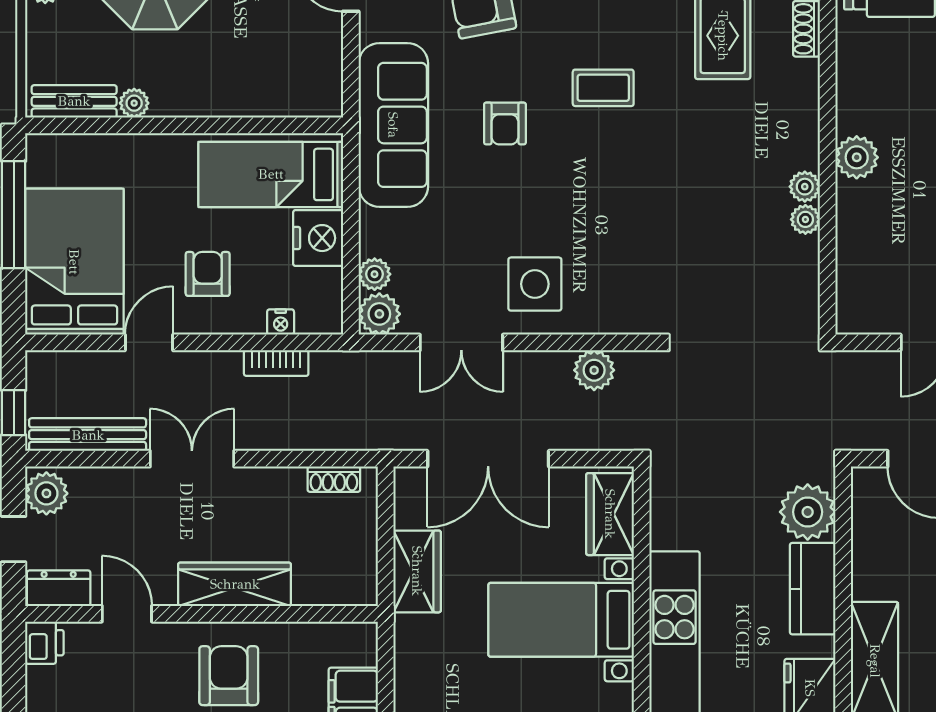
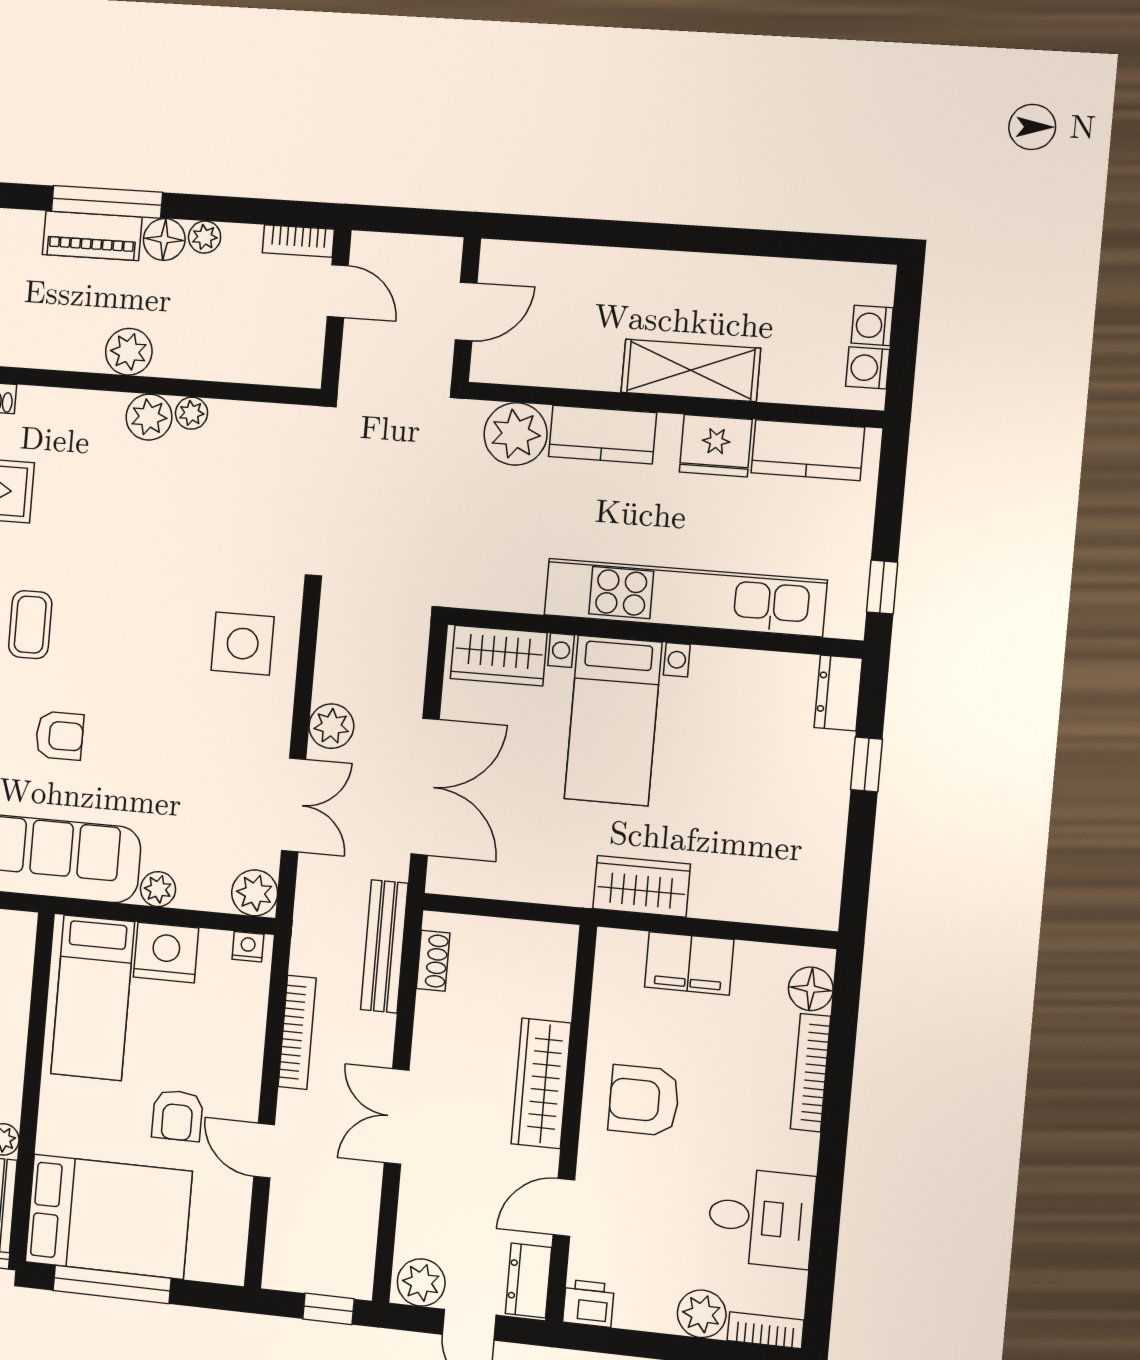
plant: (805, 187) -> (149, 417), width x1.38, depth x1.38
bed: (74, 262) -> (109, 1217), moved, turned 180
armchair: (208, 274) -> (177, 1115), moved, turned -90
plant: (375, 274) -> (158, 889), moved
side table: (535, 284) -> (243, 644), moved
nightstand: (281, 322) -> (248, 947), moved, turned -90
bookcase: (276, 363) -> (297, 1032), width x1.56
plant: (594, 370) -> (331, 726), moved
bench: (88, 435) -> (384, 946), moved
wardrobe: (417, 571) -> (642, 886), moved

